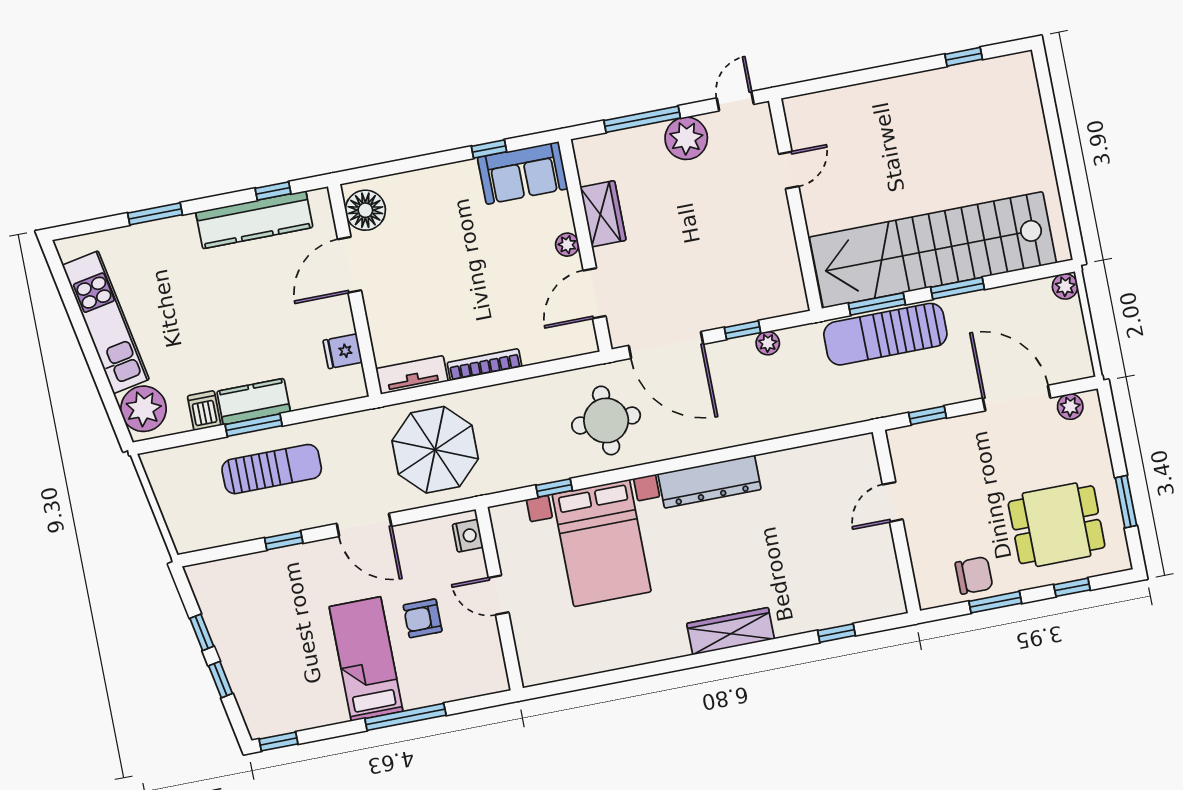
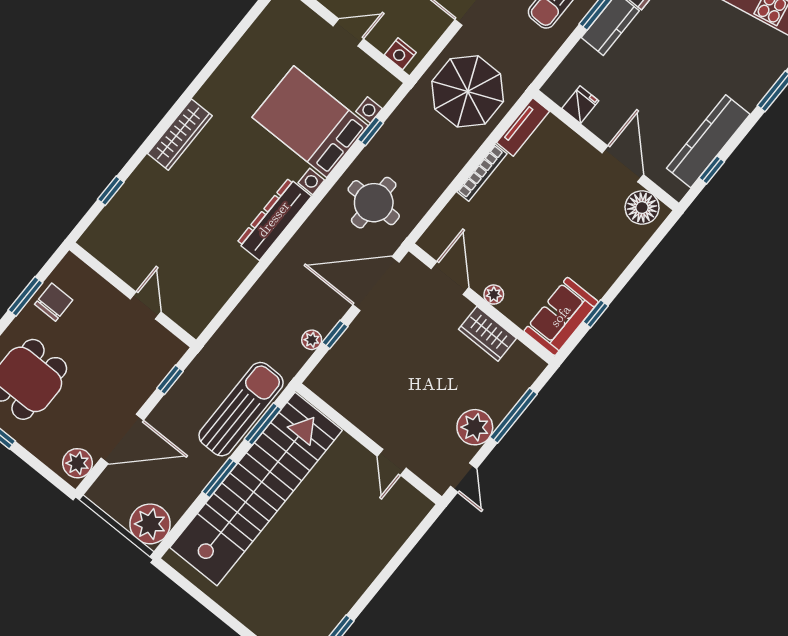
plant: (1065, 286) -> (150, 524), width x1.88, depth x1.88
plant: (1070, 407) -> (77, 463), width x1.38, depth x1.38
chair: (974, 575) -> (54, 302), turned 180

